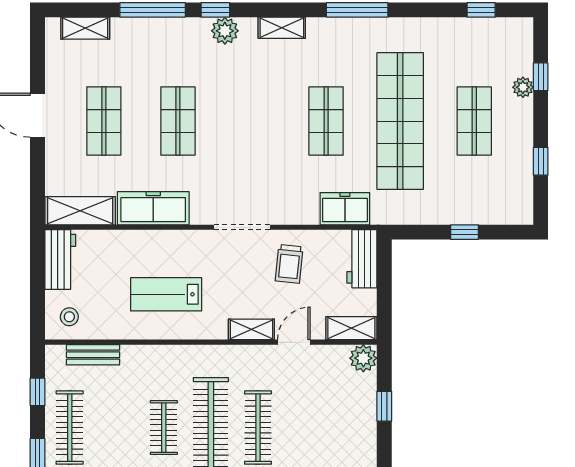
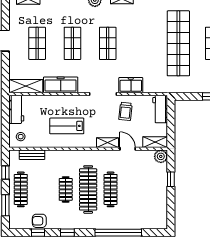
shop shelf: (326, 121) -> (108, 43), moved
freezer: (345, 209) -> (131, 85), moved
door: (294, 342) -> (128, 149), hinge flipped

